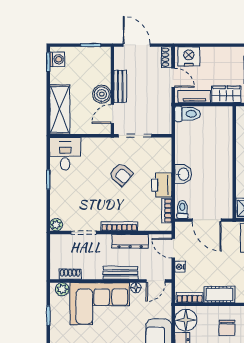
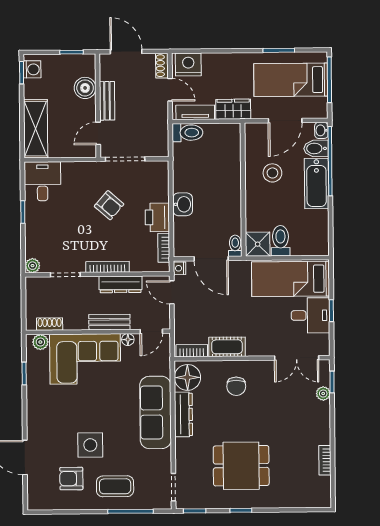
boiler: (102, 94) -> (85, 88), moved
toilet: (182, 209) -> (235, 246), moved
nightstand: (180, 267) -> (180, 268), moved

